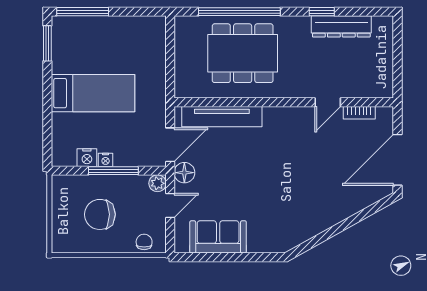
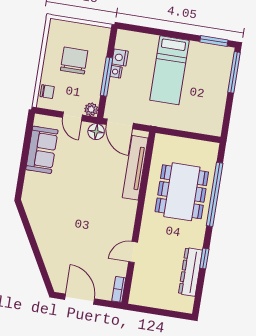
door: (328, 102) -> (133, 252), hinge flipped
bookcase: (359, 113) -> (119, 289), moved
door: (397, 160) -> (80, 299), width x0.73

